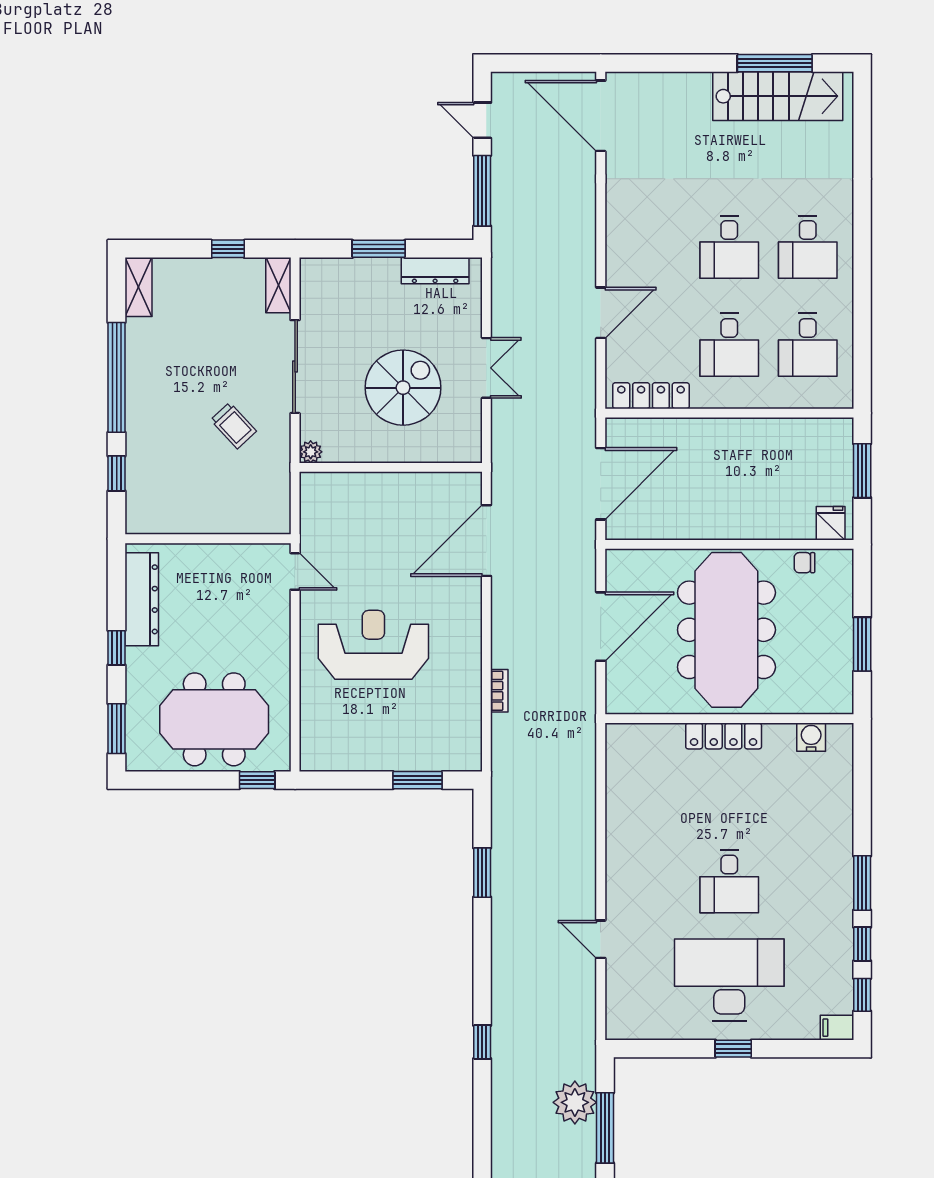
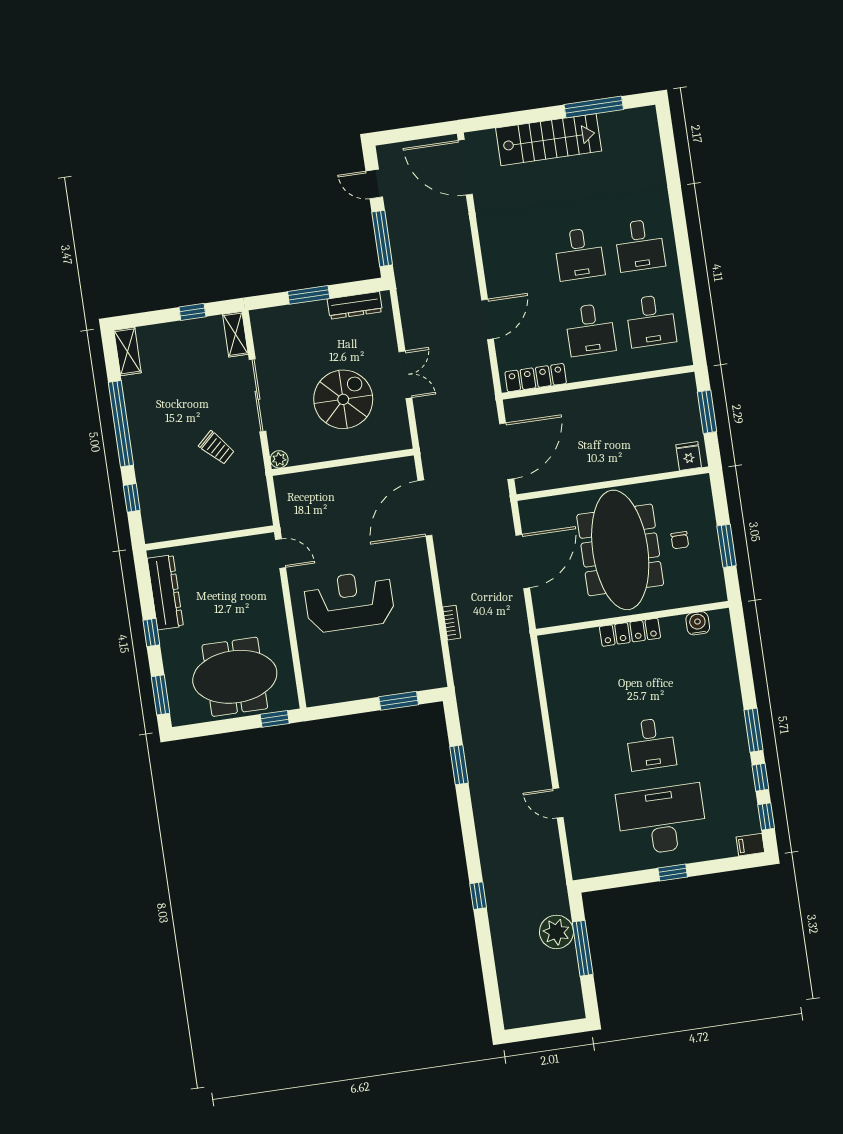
stairs: (778, 96) -> (549, 140), moved
chair: (805, 563) -> (680, 540), moved, turned -90

